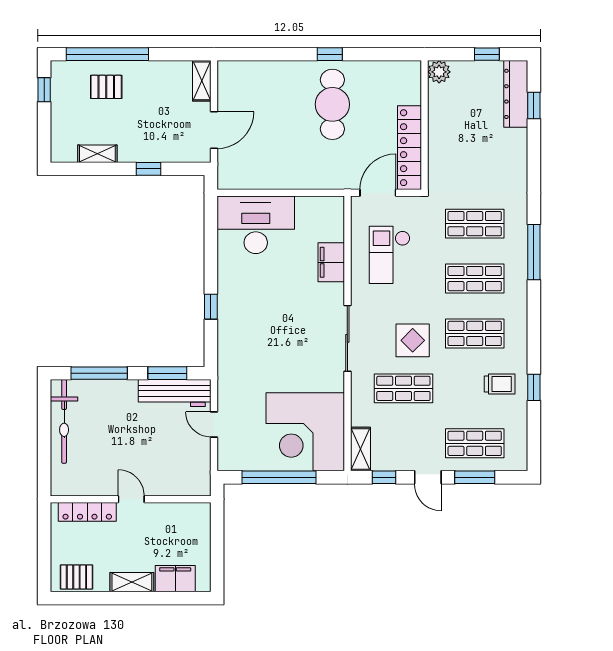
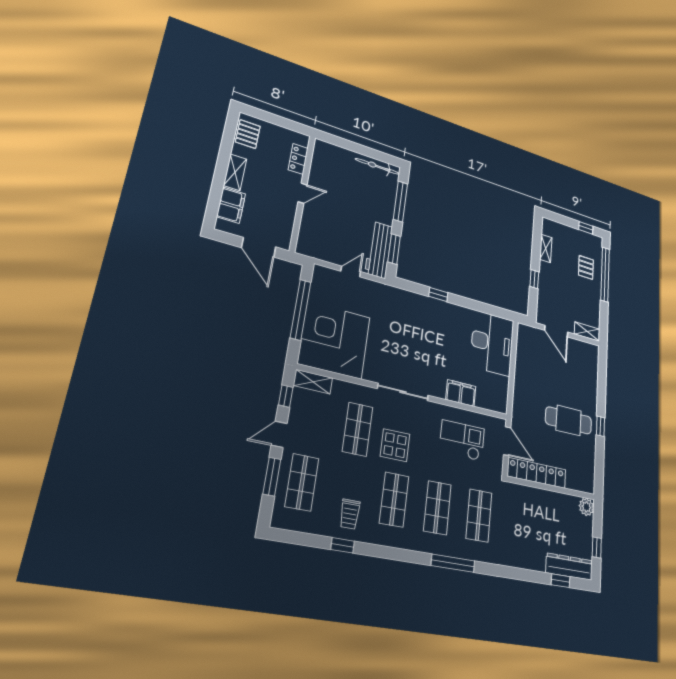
bicycle: (64, 421) -> (378, 166), width x0.73, depth x0.71
locker: (87, 512) -> (298, 159), width x0.66
door: (217, 538) -> (259, 247), added

